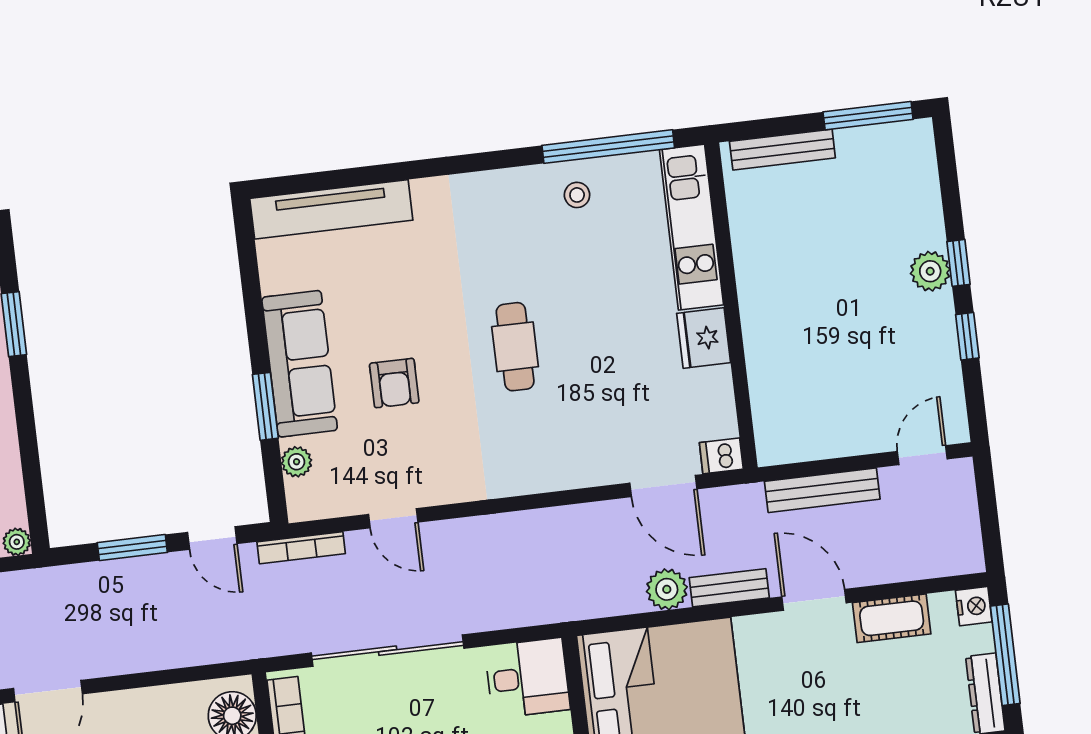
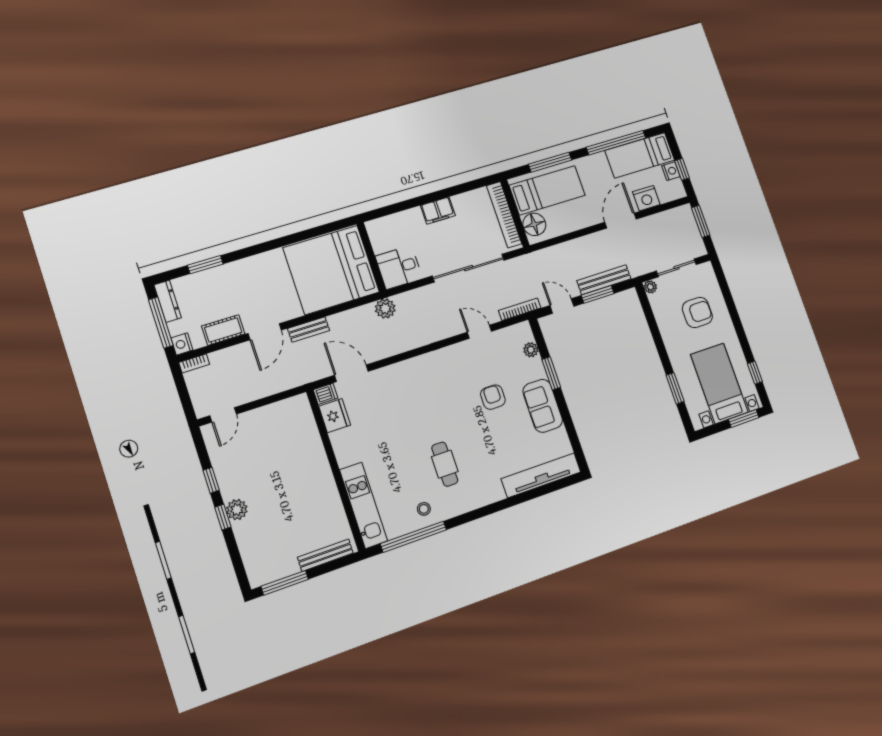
fridge: (704, 338) -> (335, 416), moved
cafe table: (515, 347) -> (445, 464), moved
sofa: (300, 364) -> (543, 406), width x0.73
bench: (822, 490) -> (604, 280), moved
bookcase: (958, 564) -> (194, 363), added
plant: (667, 589) -> (385, 308), moved
door: (814, 600) -> (265, 332), hinge flipped

